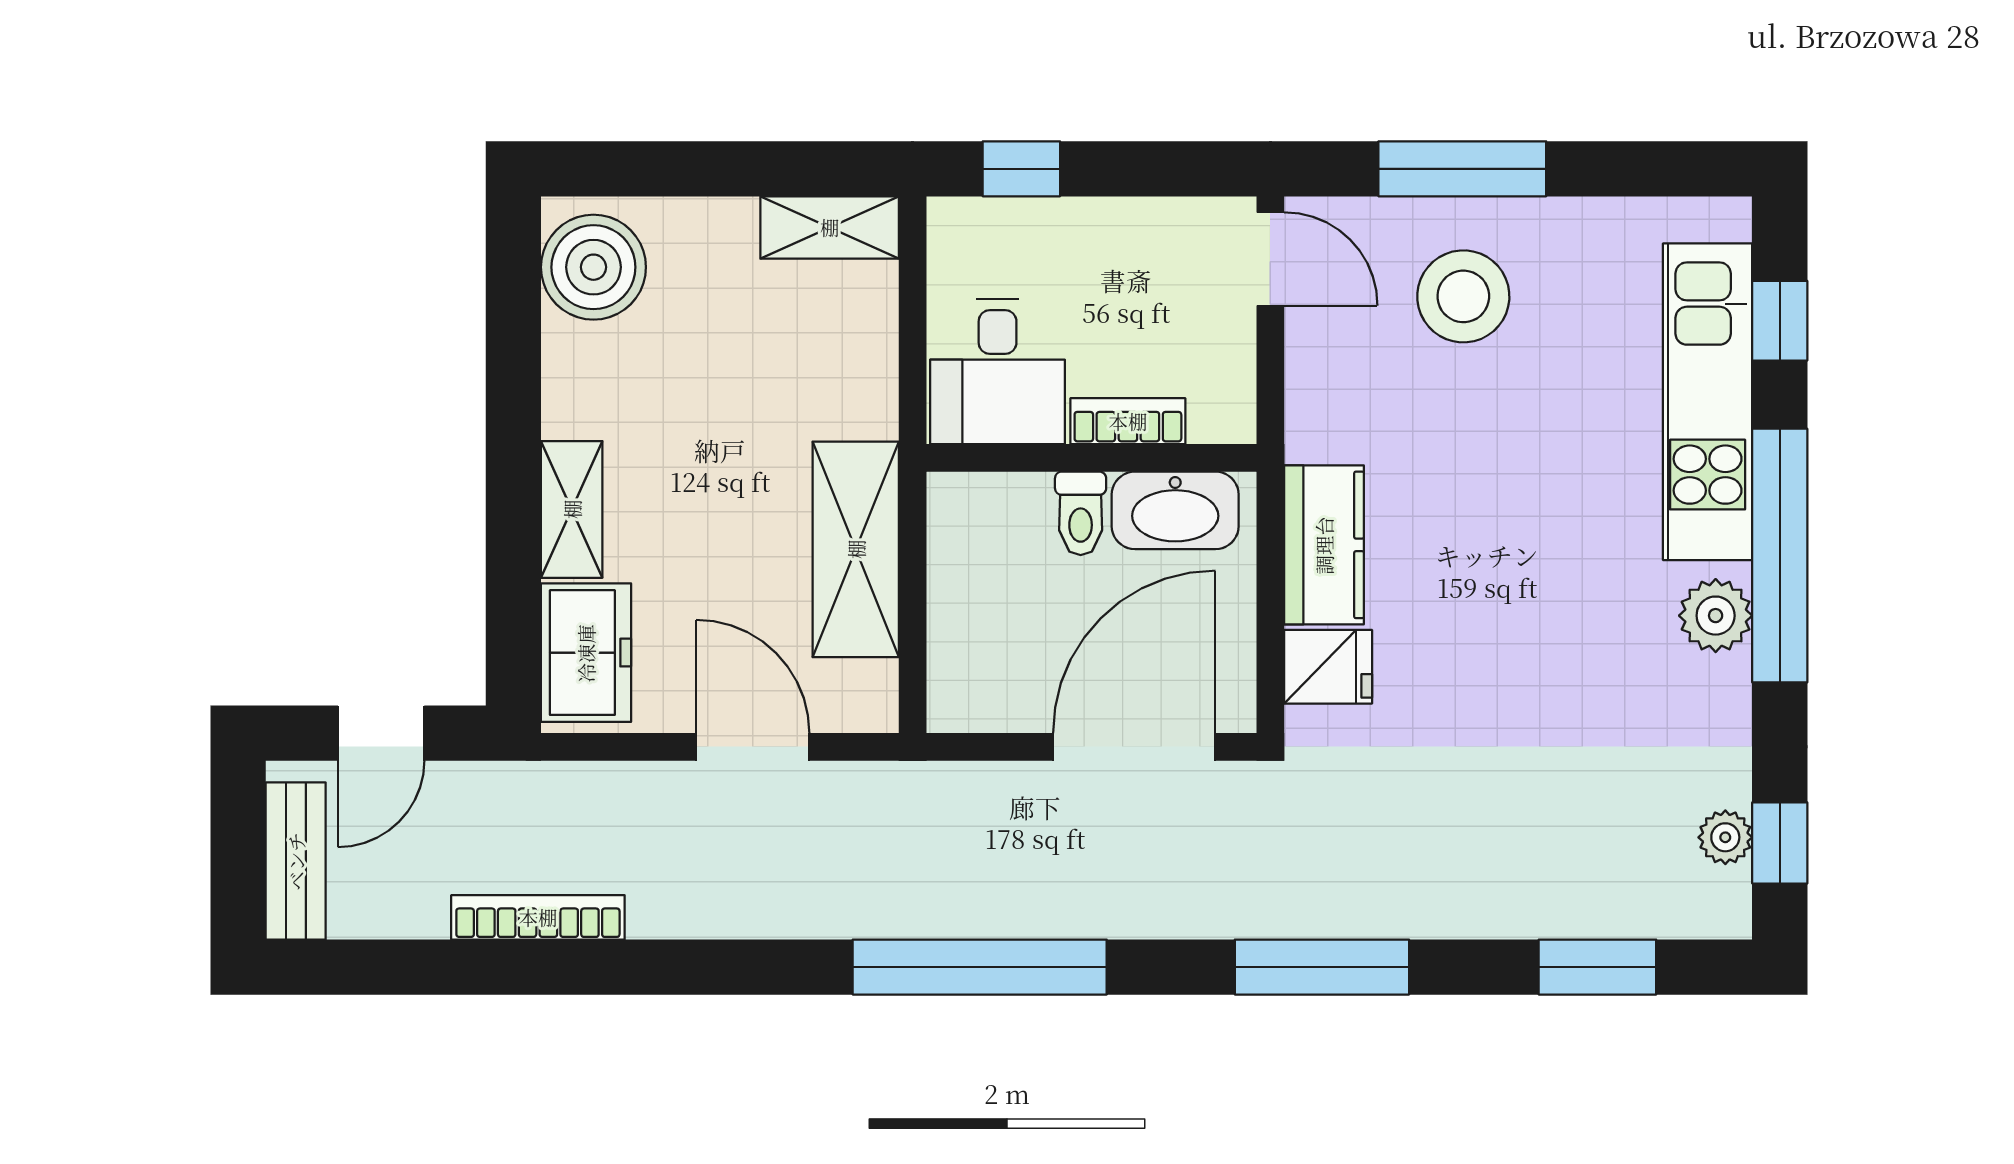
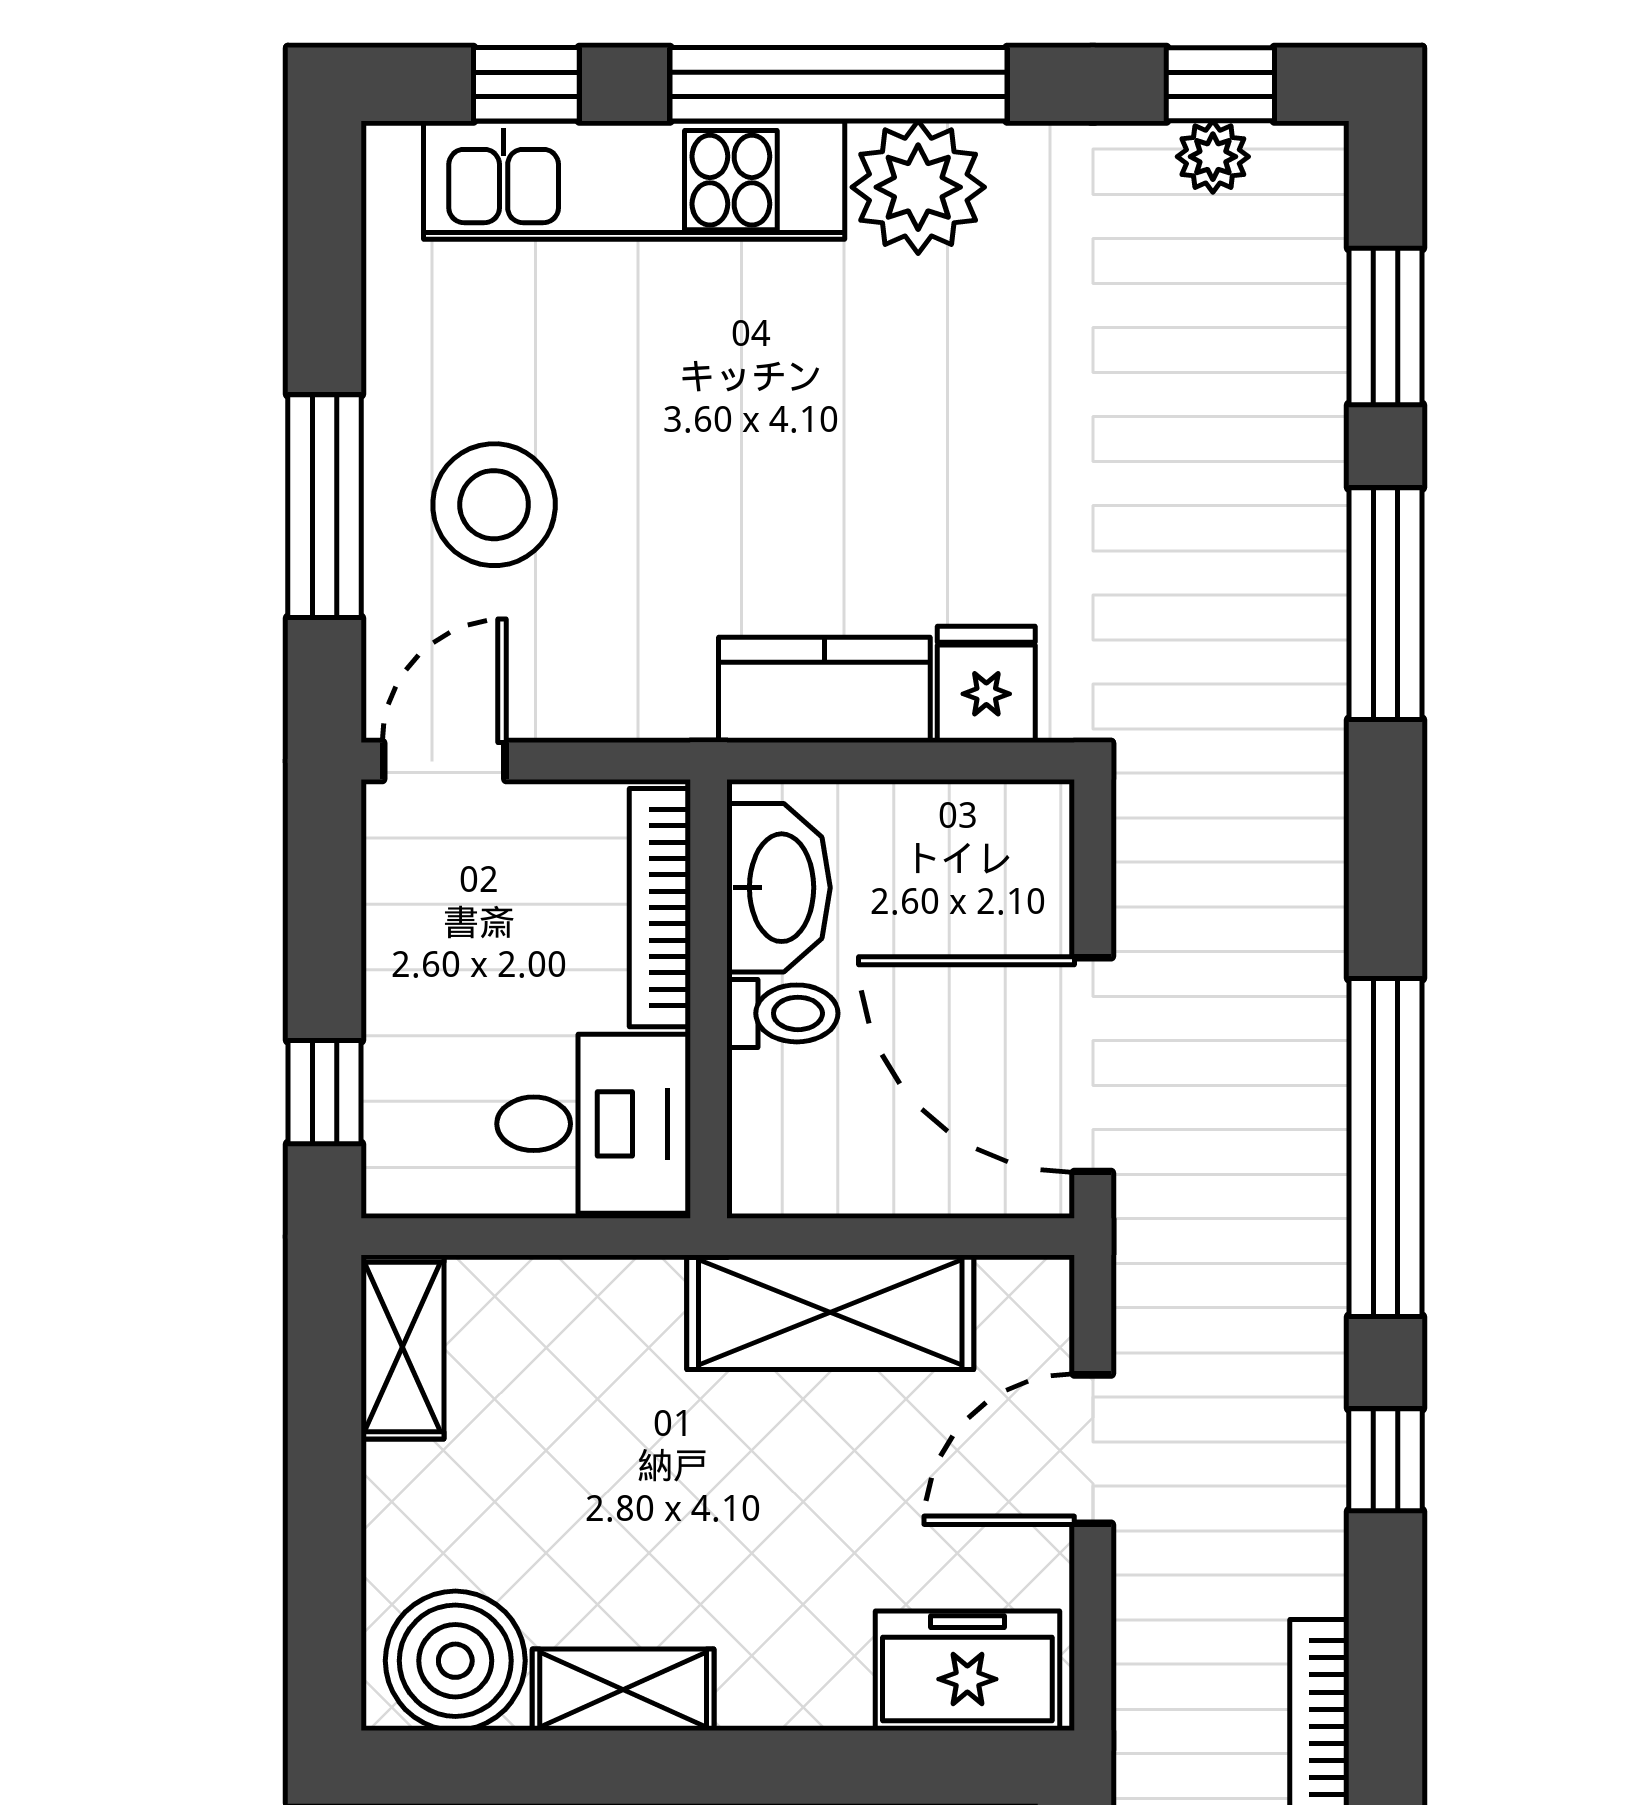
bookcase: (1128, 421) -> (660, 908), width x1.56
shelving: (572, 509) -> (623, 1690), moved
plant: (1716, 616) -> (918, 187), width x1.36, depth x1.36
door: (1134, 747) -> (1093, 1065), moved
window: (745, 967) -> (1385, 1460), added
window: (1322, 967) -> (1385, 604), moved

